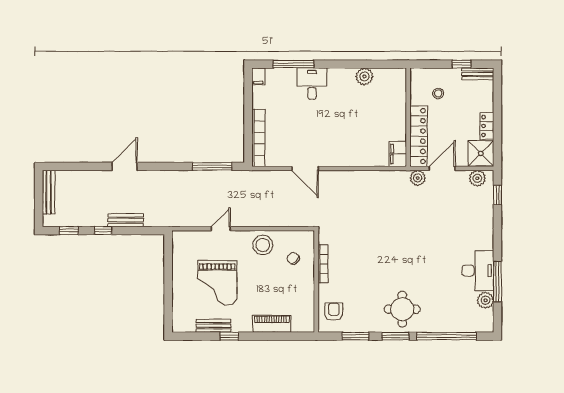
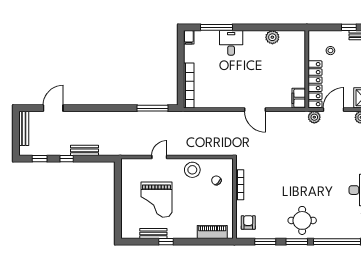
door: (125, 166) -> (53, 108), moved
door: (305, 168) -> (255, 110), moved
piano: (272, 324) -> (212, 232), moved

